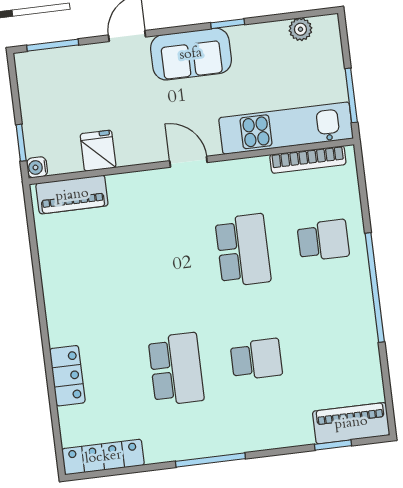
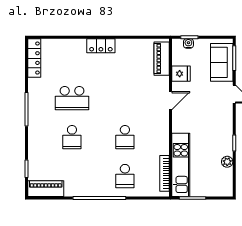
plant: (300, 29) -> (227, 162), moved
sofa: (191, 54) -> (222, 62), moved
door: (188, 162) -> (170, 101), moved
water cooler: (37, 167) -> (188, 43), moved
school desk: (243, 250) -> (125, 137), width x0.54
locker: (67, 376) -> (101, 46), moved
piano: (351, 423) -> (46, 189), moved, turned -90

